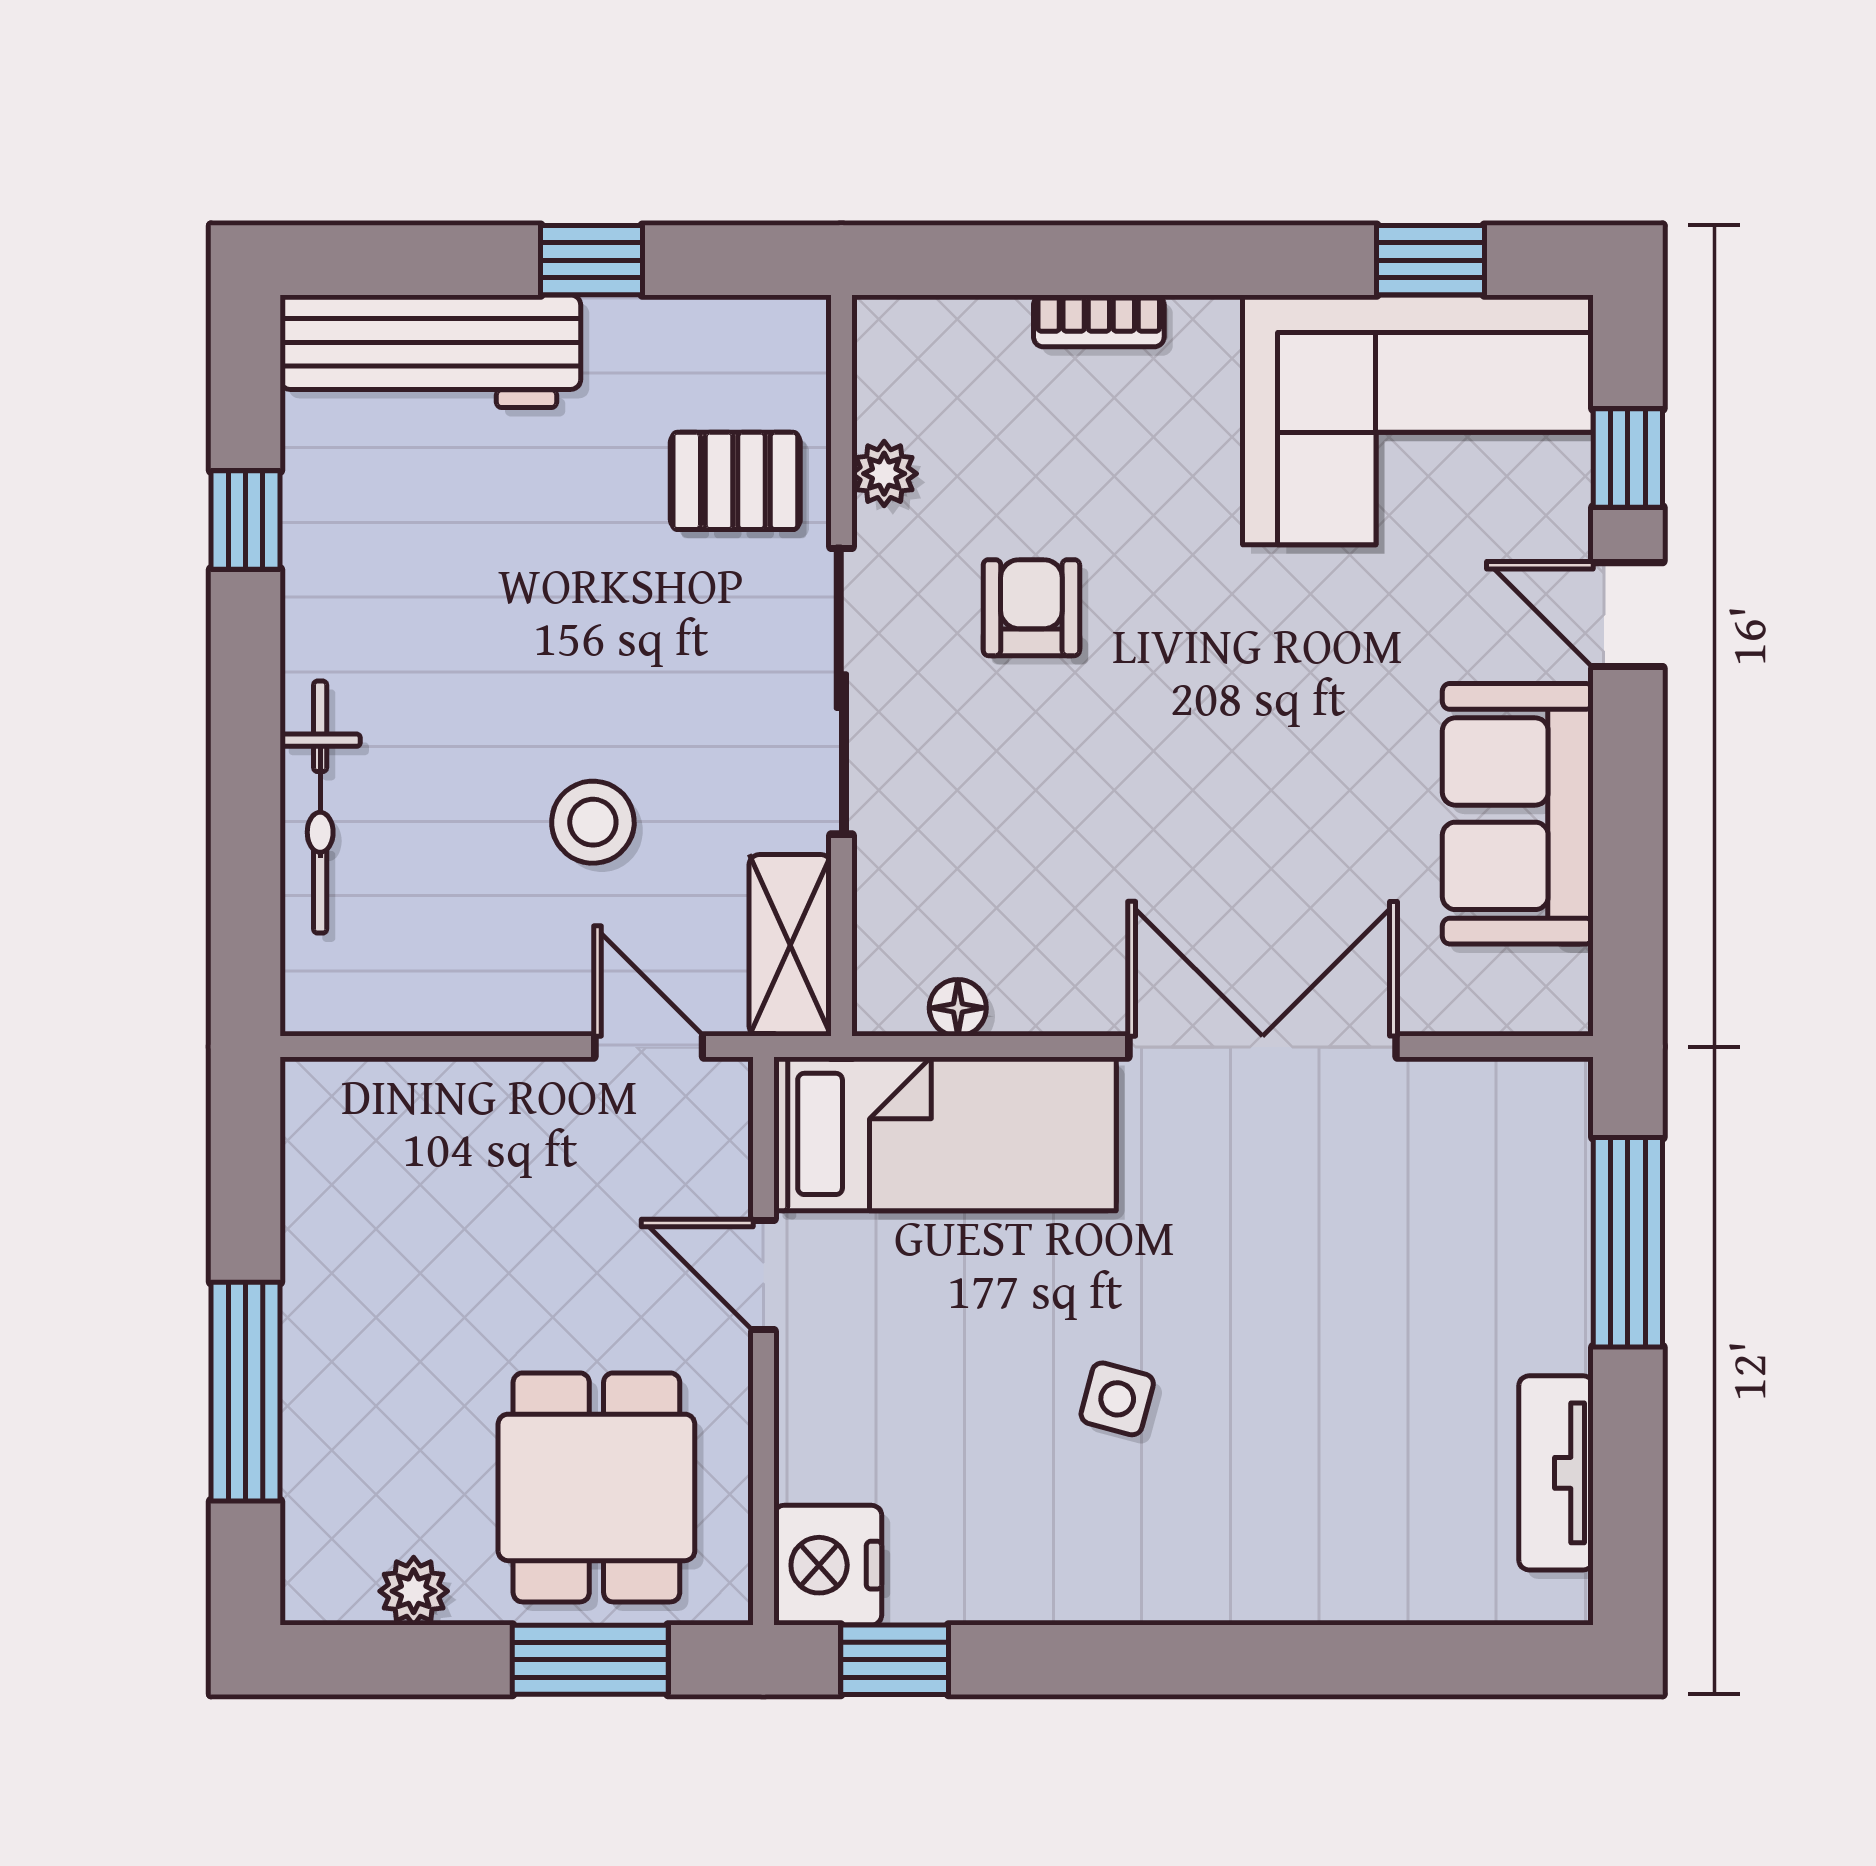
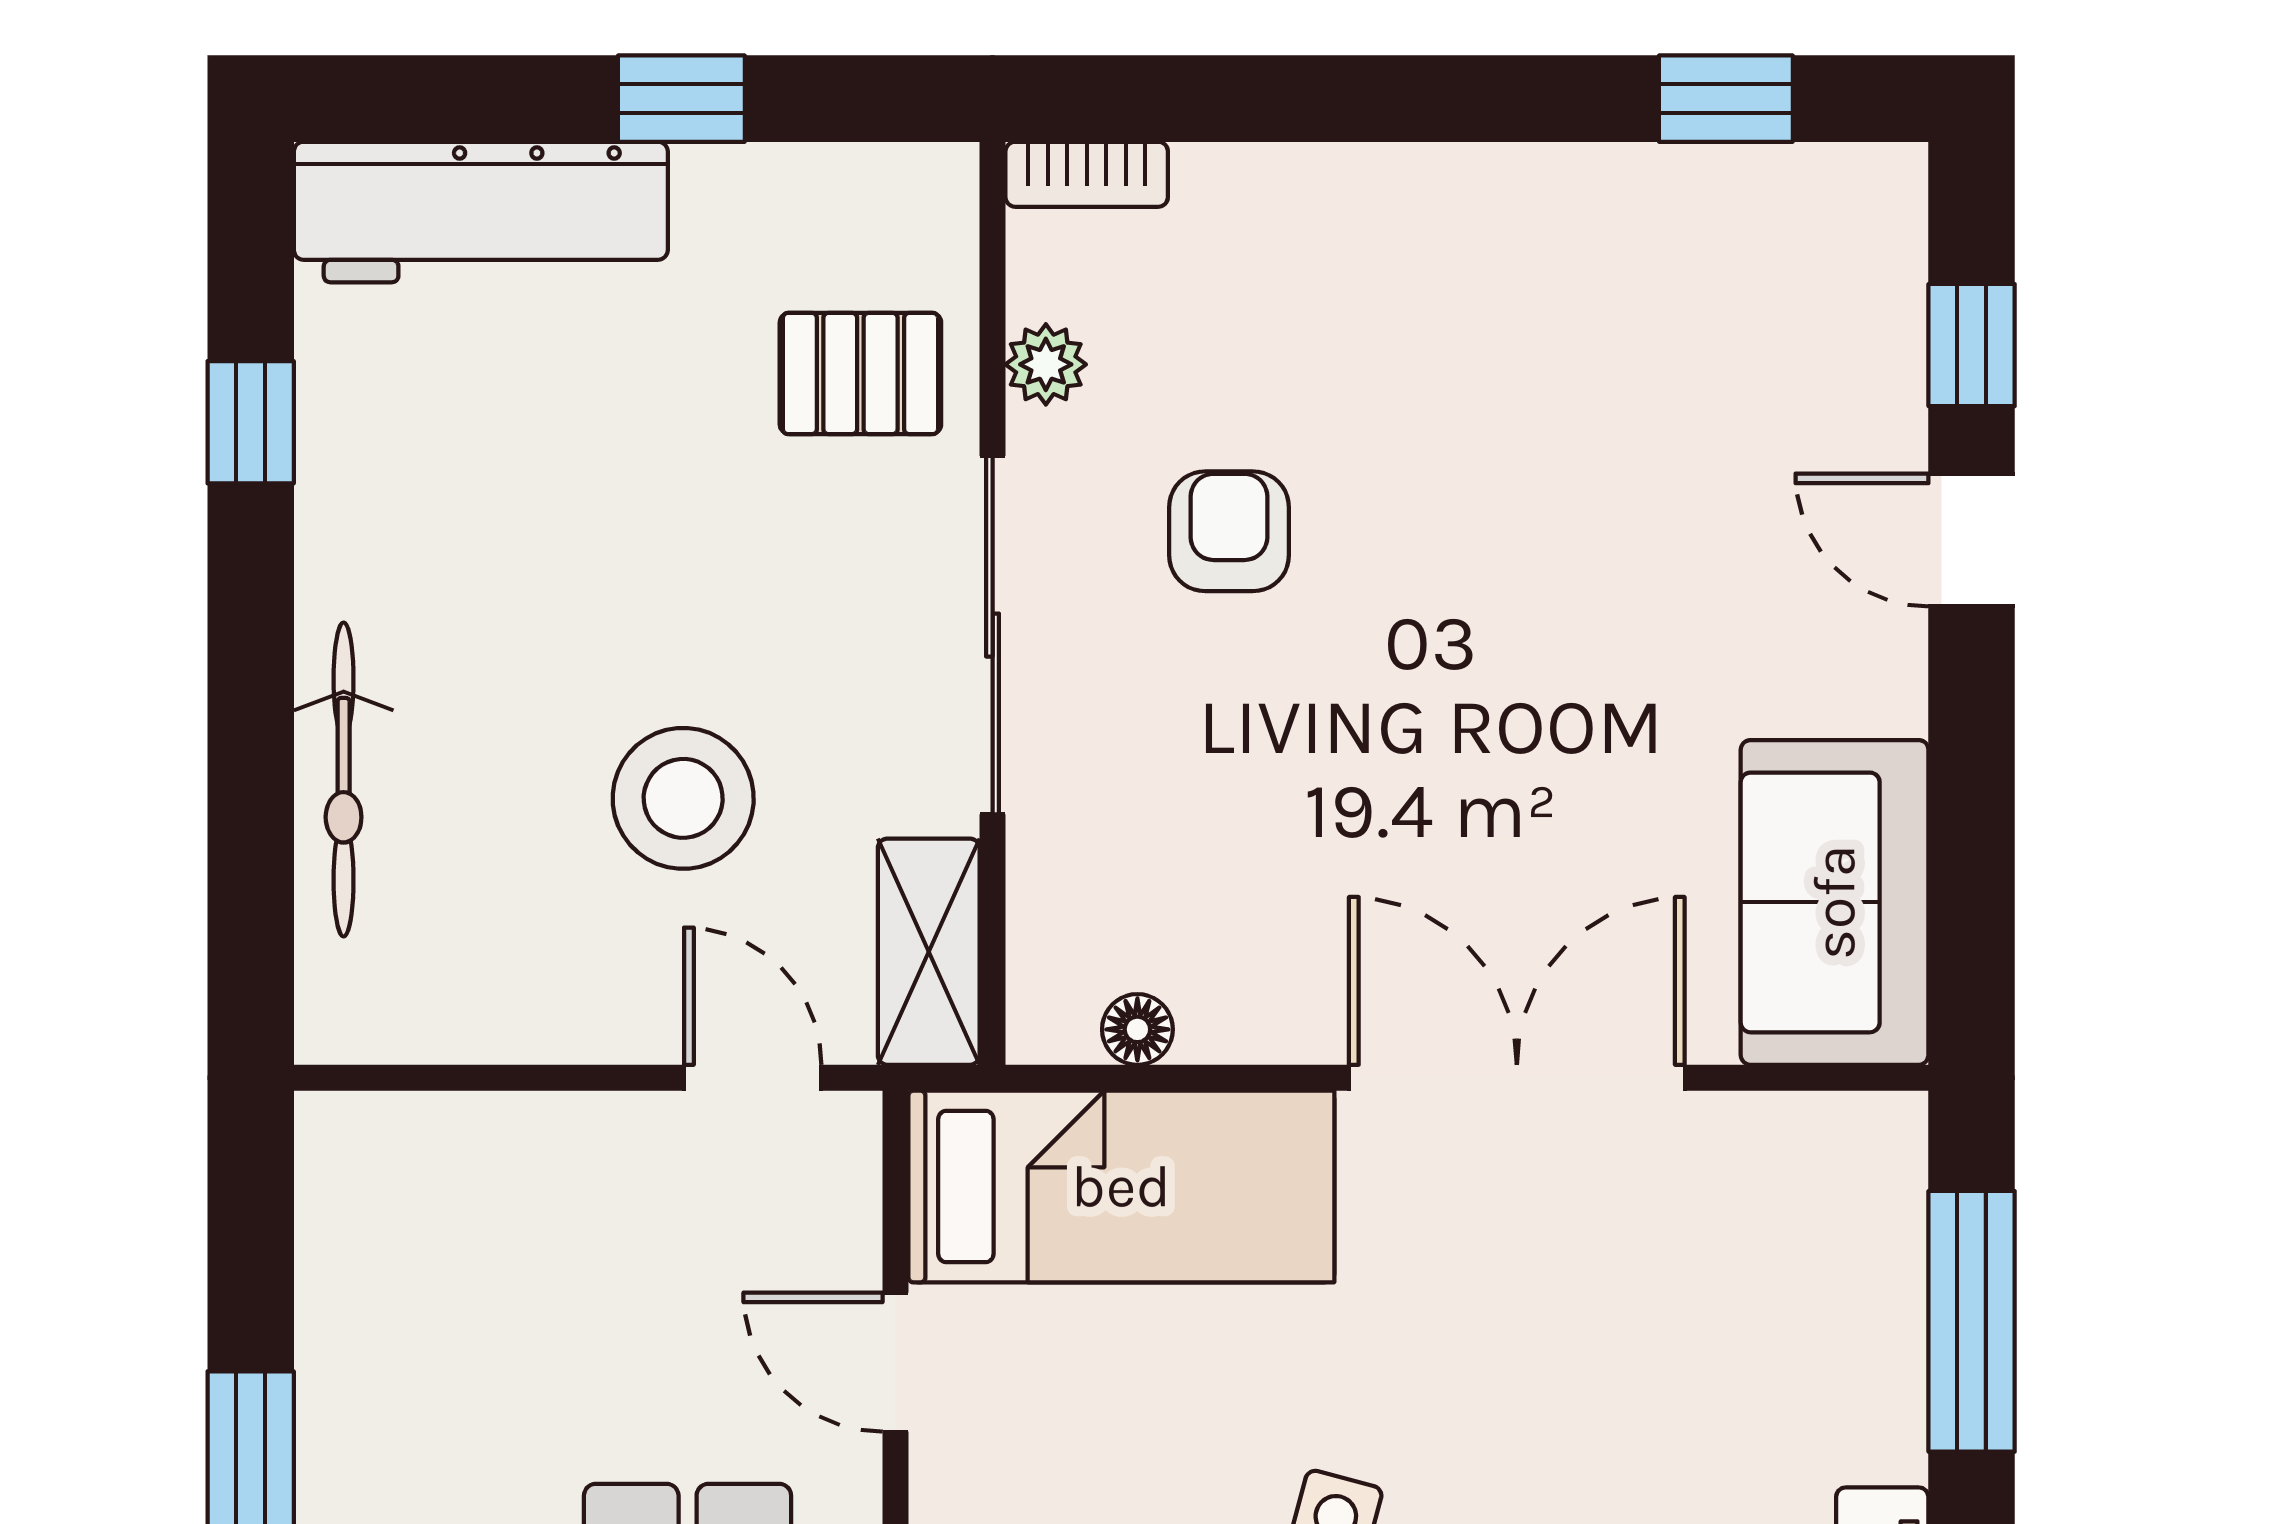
bookcase: (1099, 321) -> (1087, 174), moved
corner sofa: (1418, 420) -> (1710, 297), removed
sofa: (1518, 814) -> (1835, 902), moved
stool: (593, 822) -> (683, 798), width x1.38, depth x1.38

